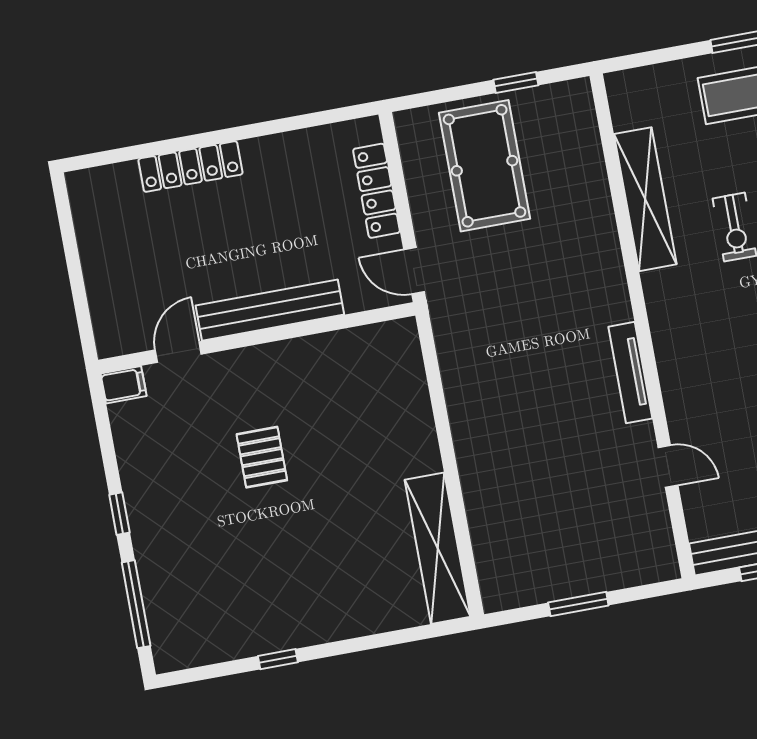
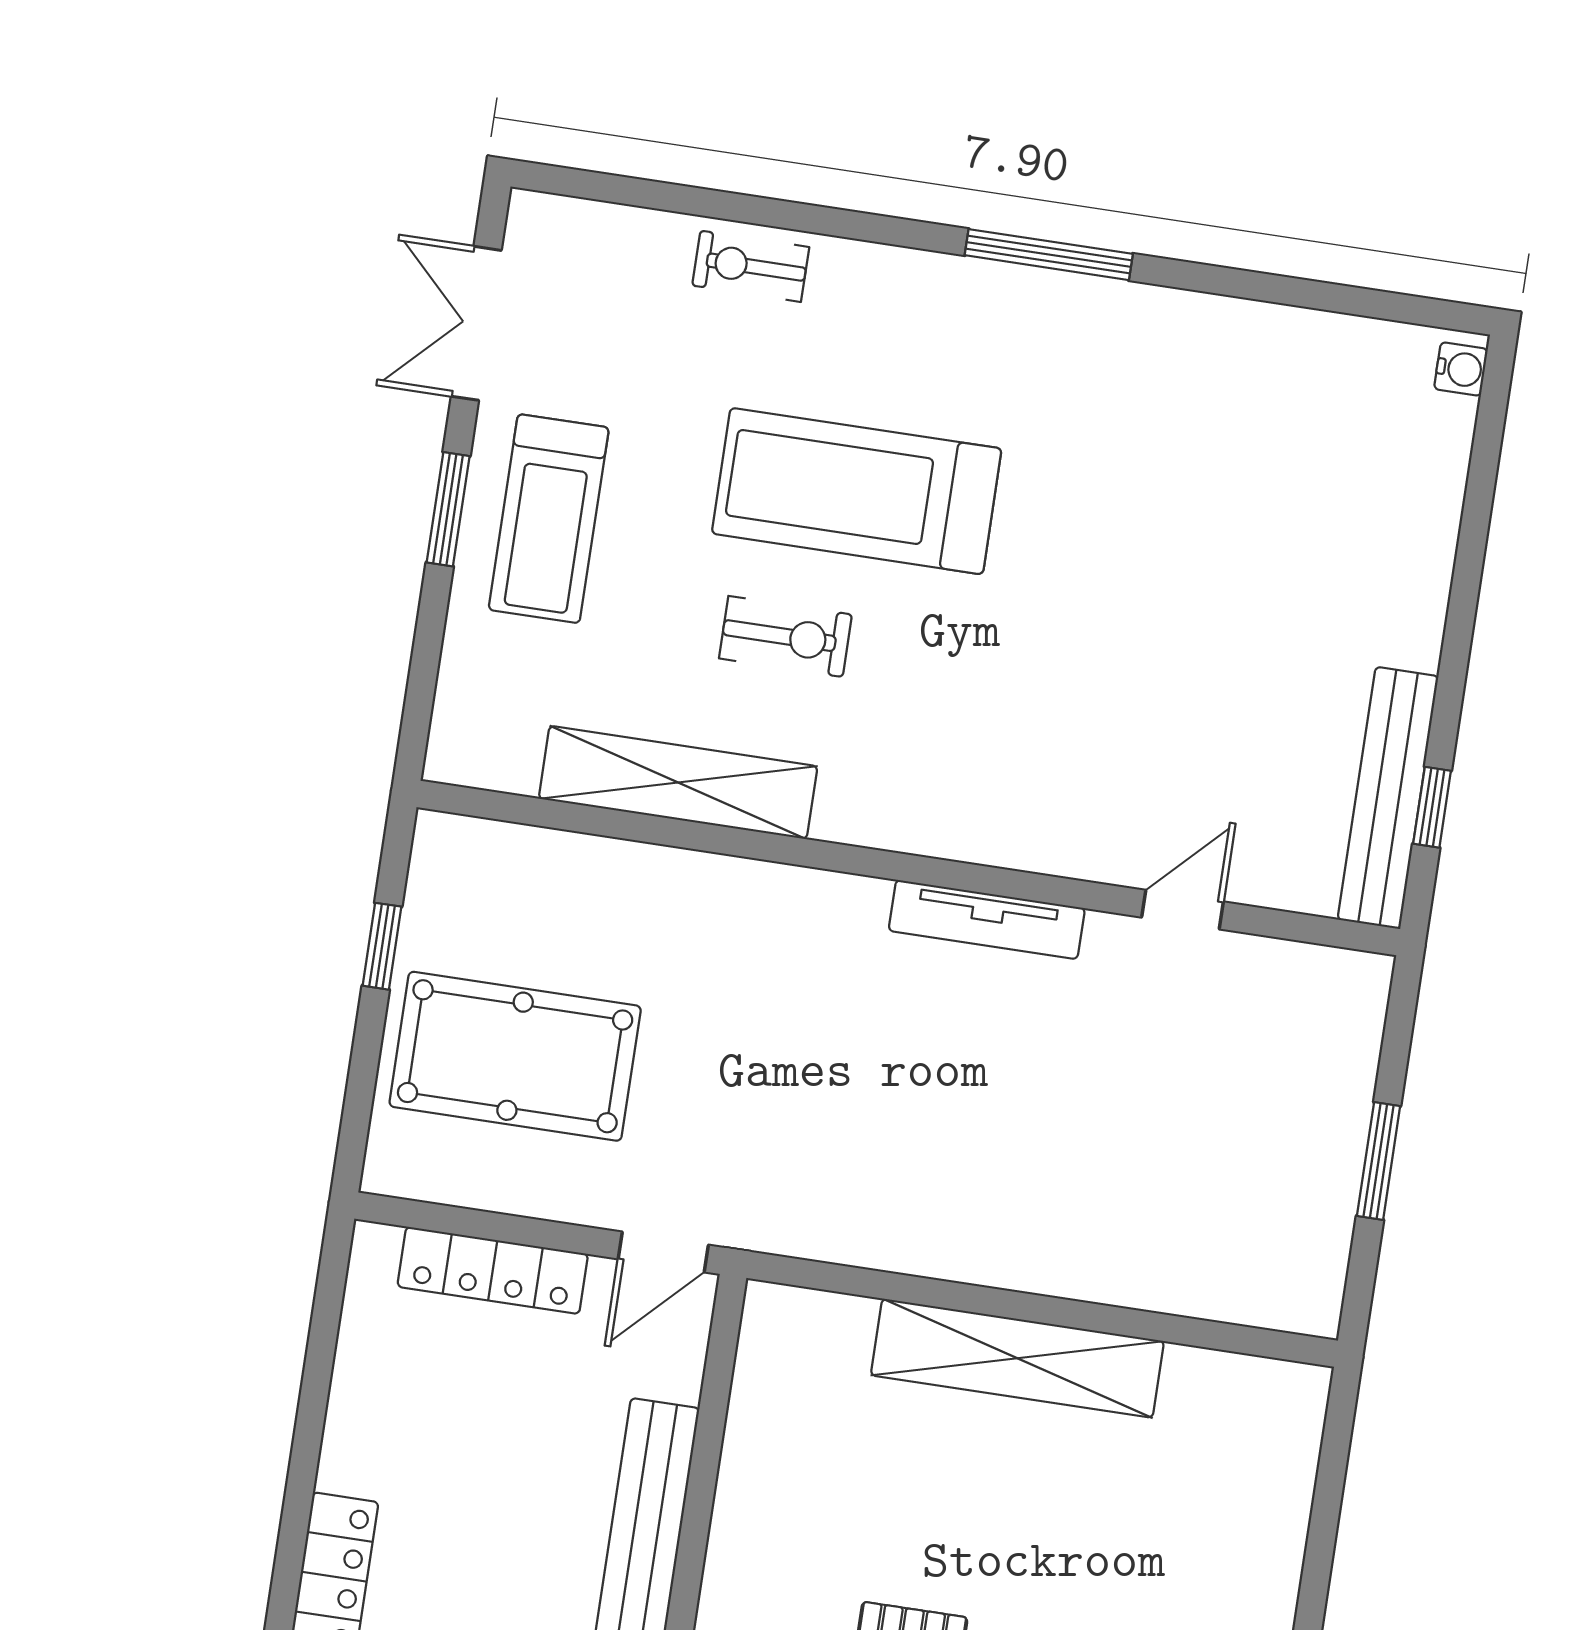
shelving: (438, 548) -> (1017, 1358), moved

